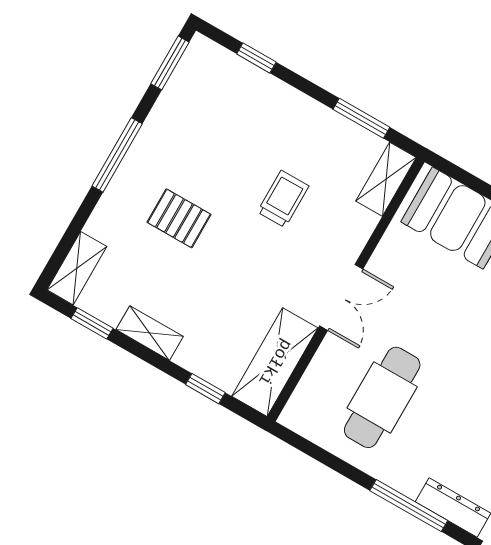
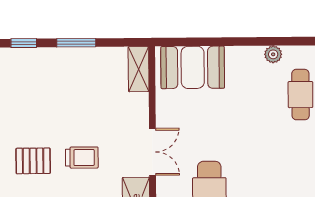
window: (361, 118) -> (76, 43), moved
trolley: (283, 199) -> (82, 158), moved, turned 90

